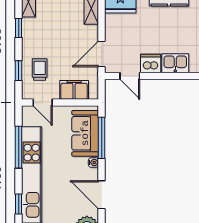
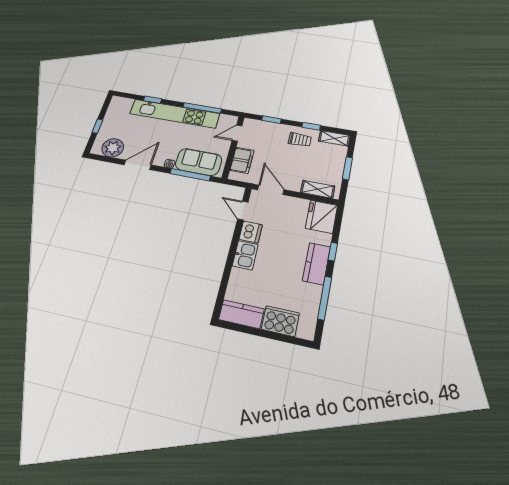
trolley: (40, 69) -> (300, 140), moved
door: (130, 76) -> (243, 211), hinge flipped

